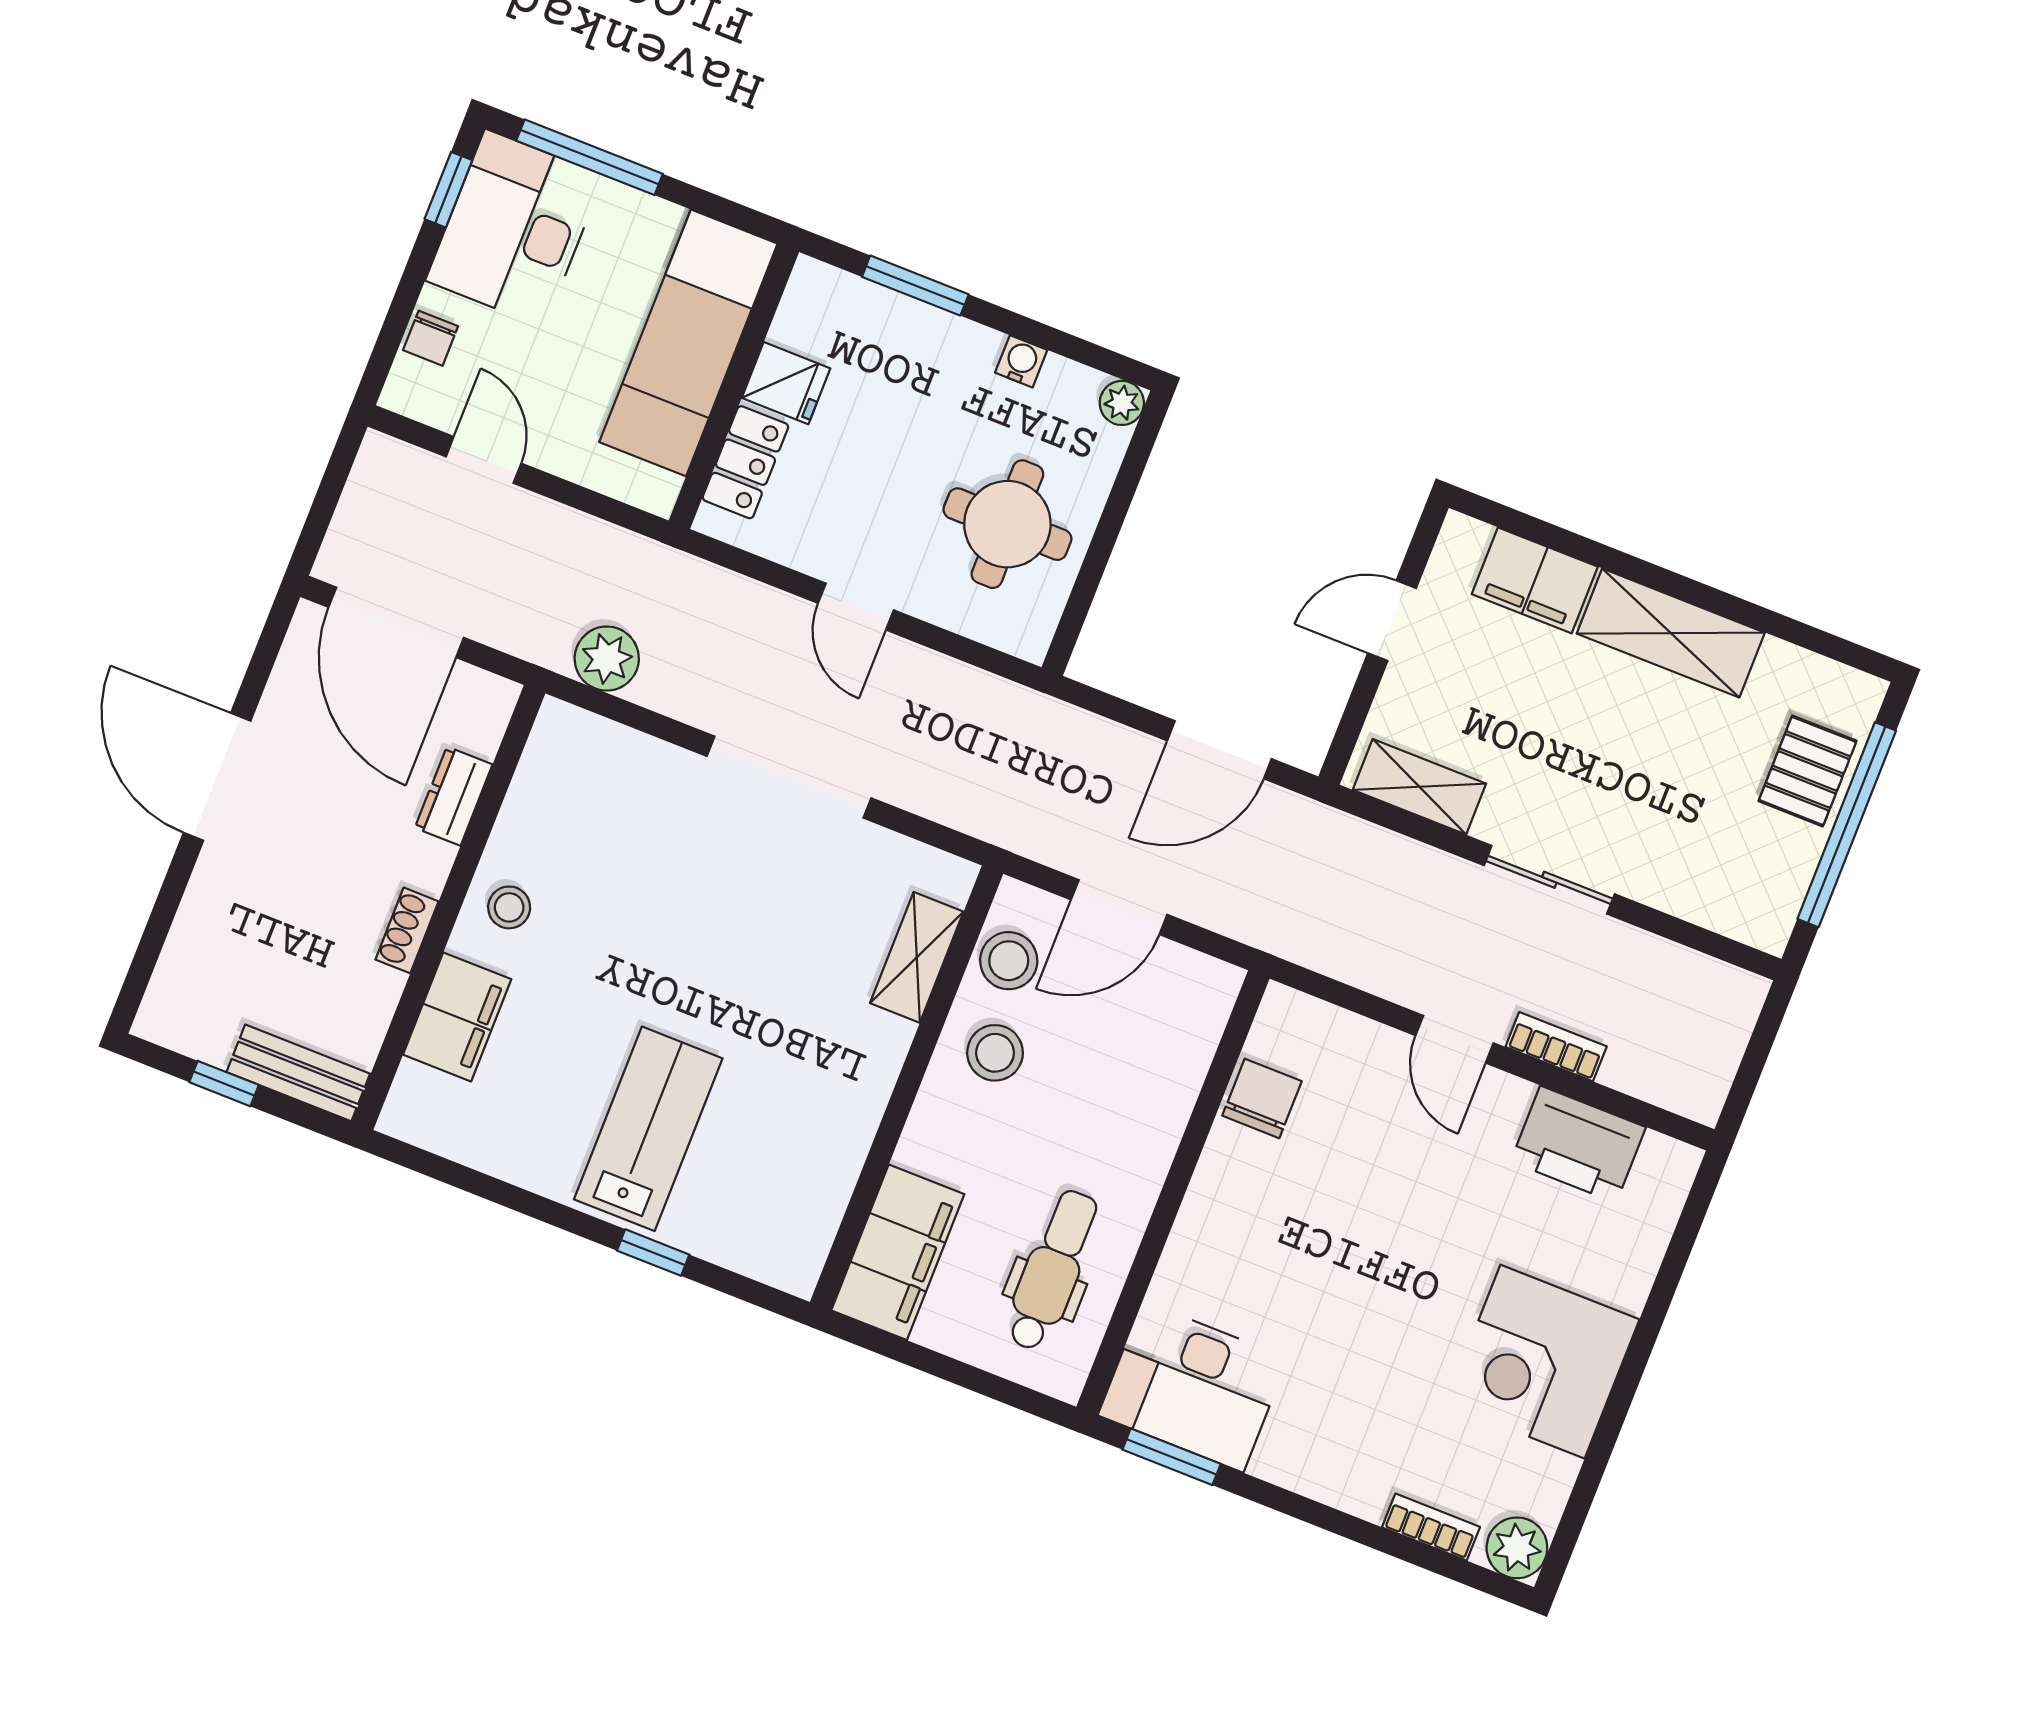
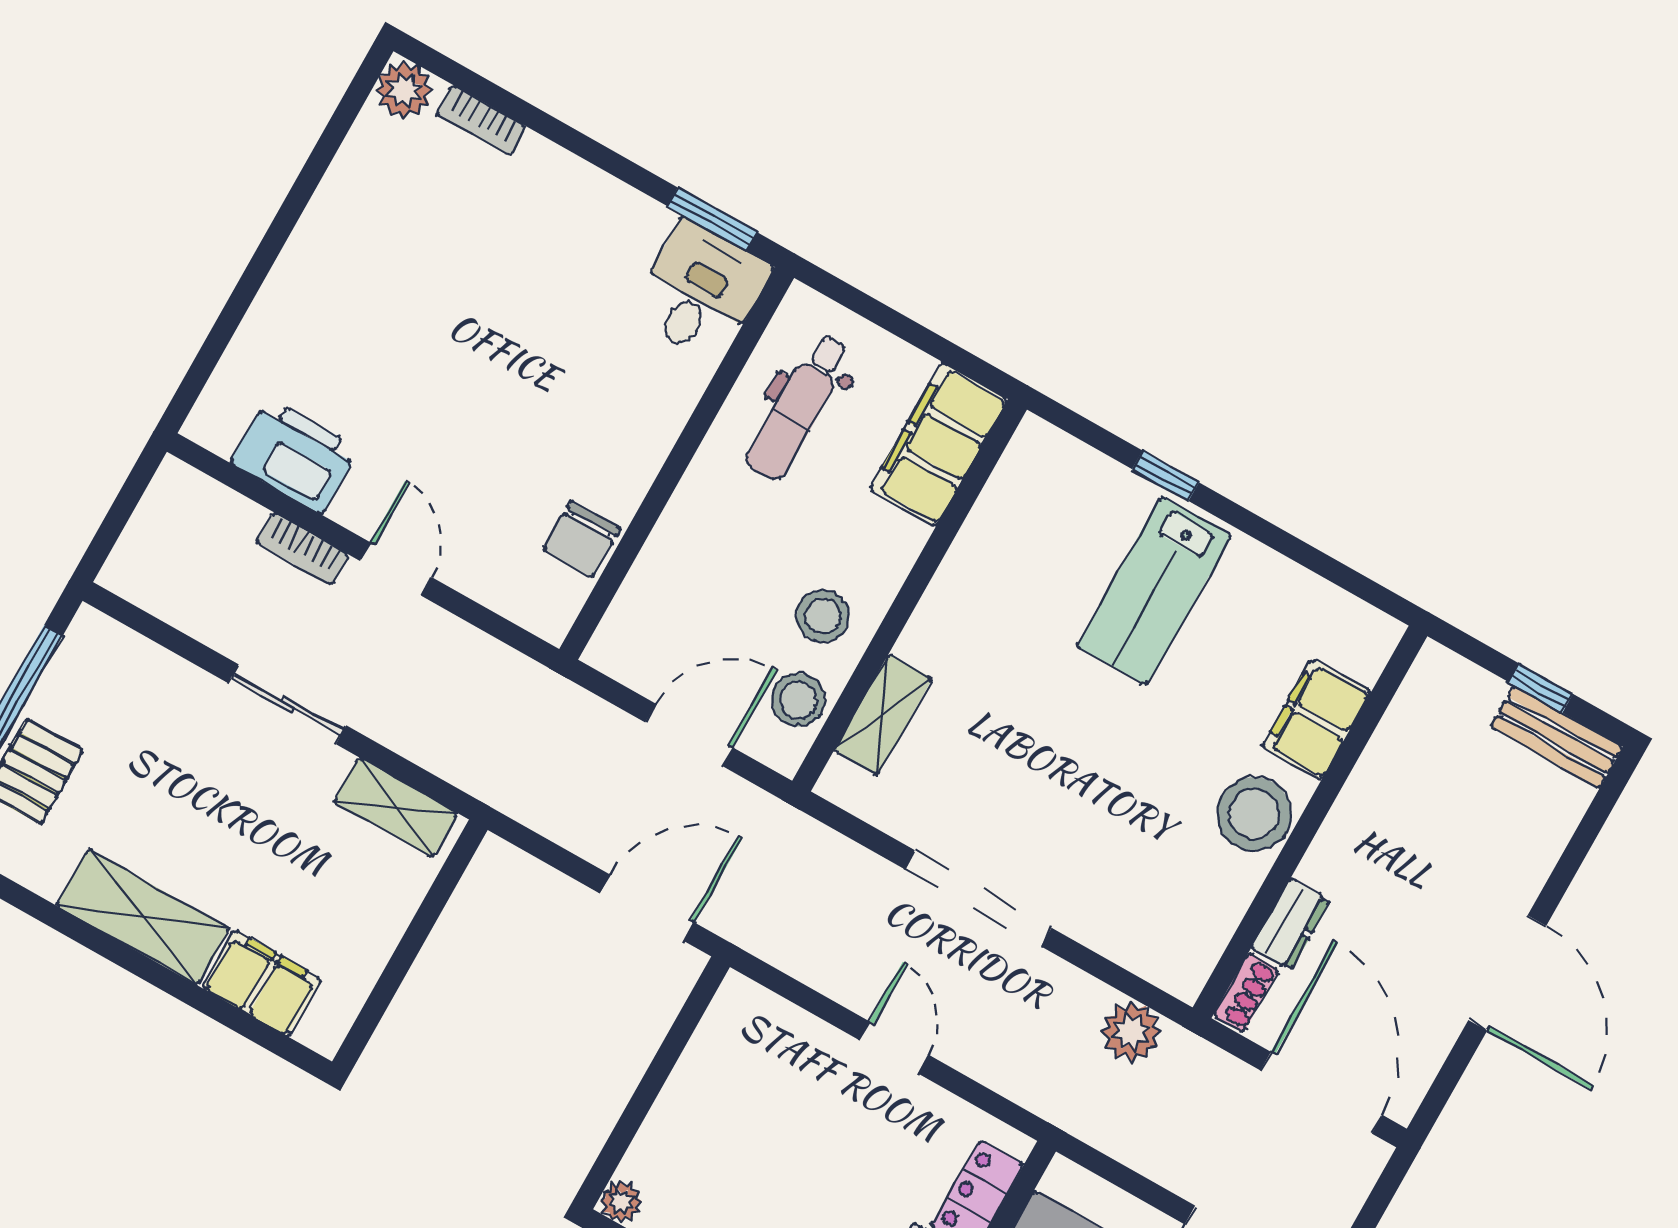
round table: (1007, 524) -> (743, 1104), removed
door: (1392, 621) -> (399, 965), removed
door: (1219, 750) -> (647, 908), moved
stool: (509, 907) -> (1254, 814), width x1.89, depth x1.89
shoe rack: (407, 930) -> (1246, 992), moved
bench: (298, 1073) -> (1556, 737), moved
corner desk: (1543, 1362) -> (356, 259), removed
desk: (1193, 1387) -> (700, 291), width x0.73

